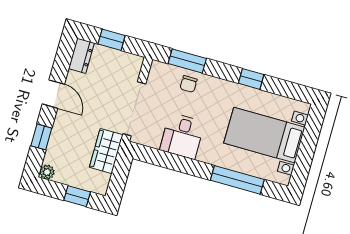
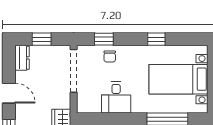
window: (187, 61) -> (104, 39), width x0.67
doorway: (134, 109) -> (74, 71), moved

